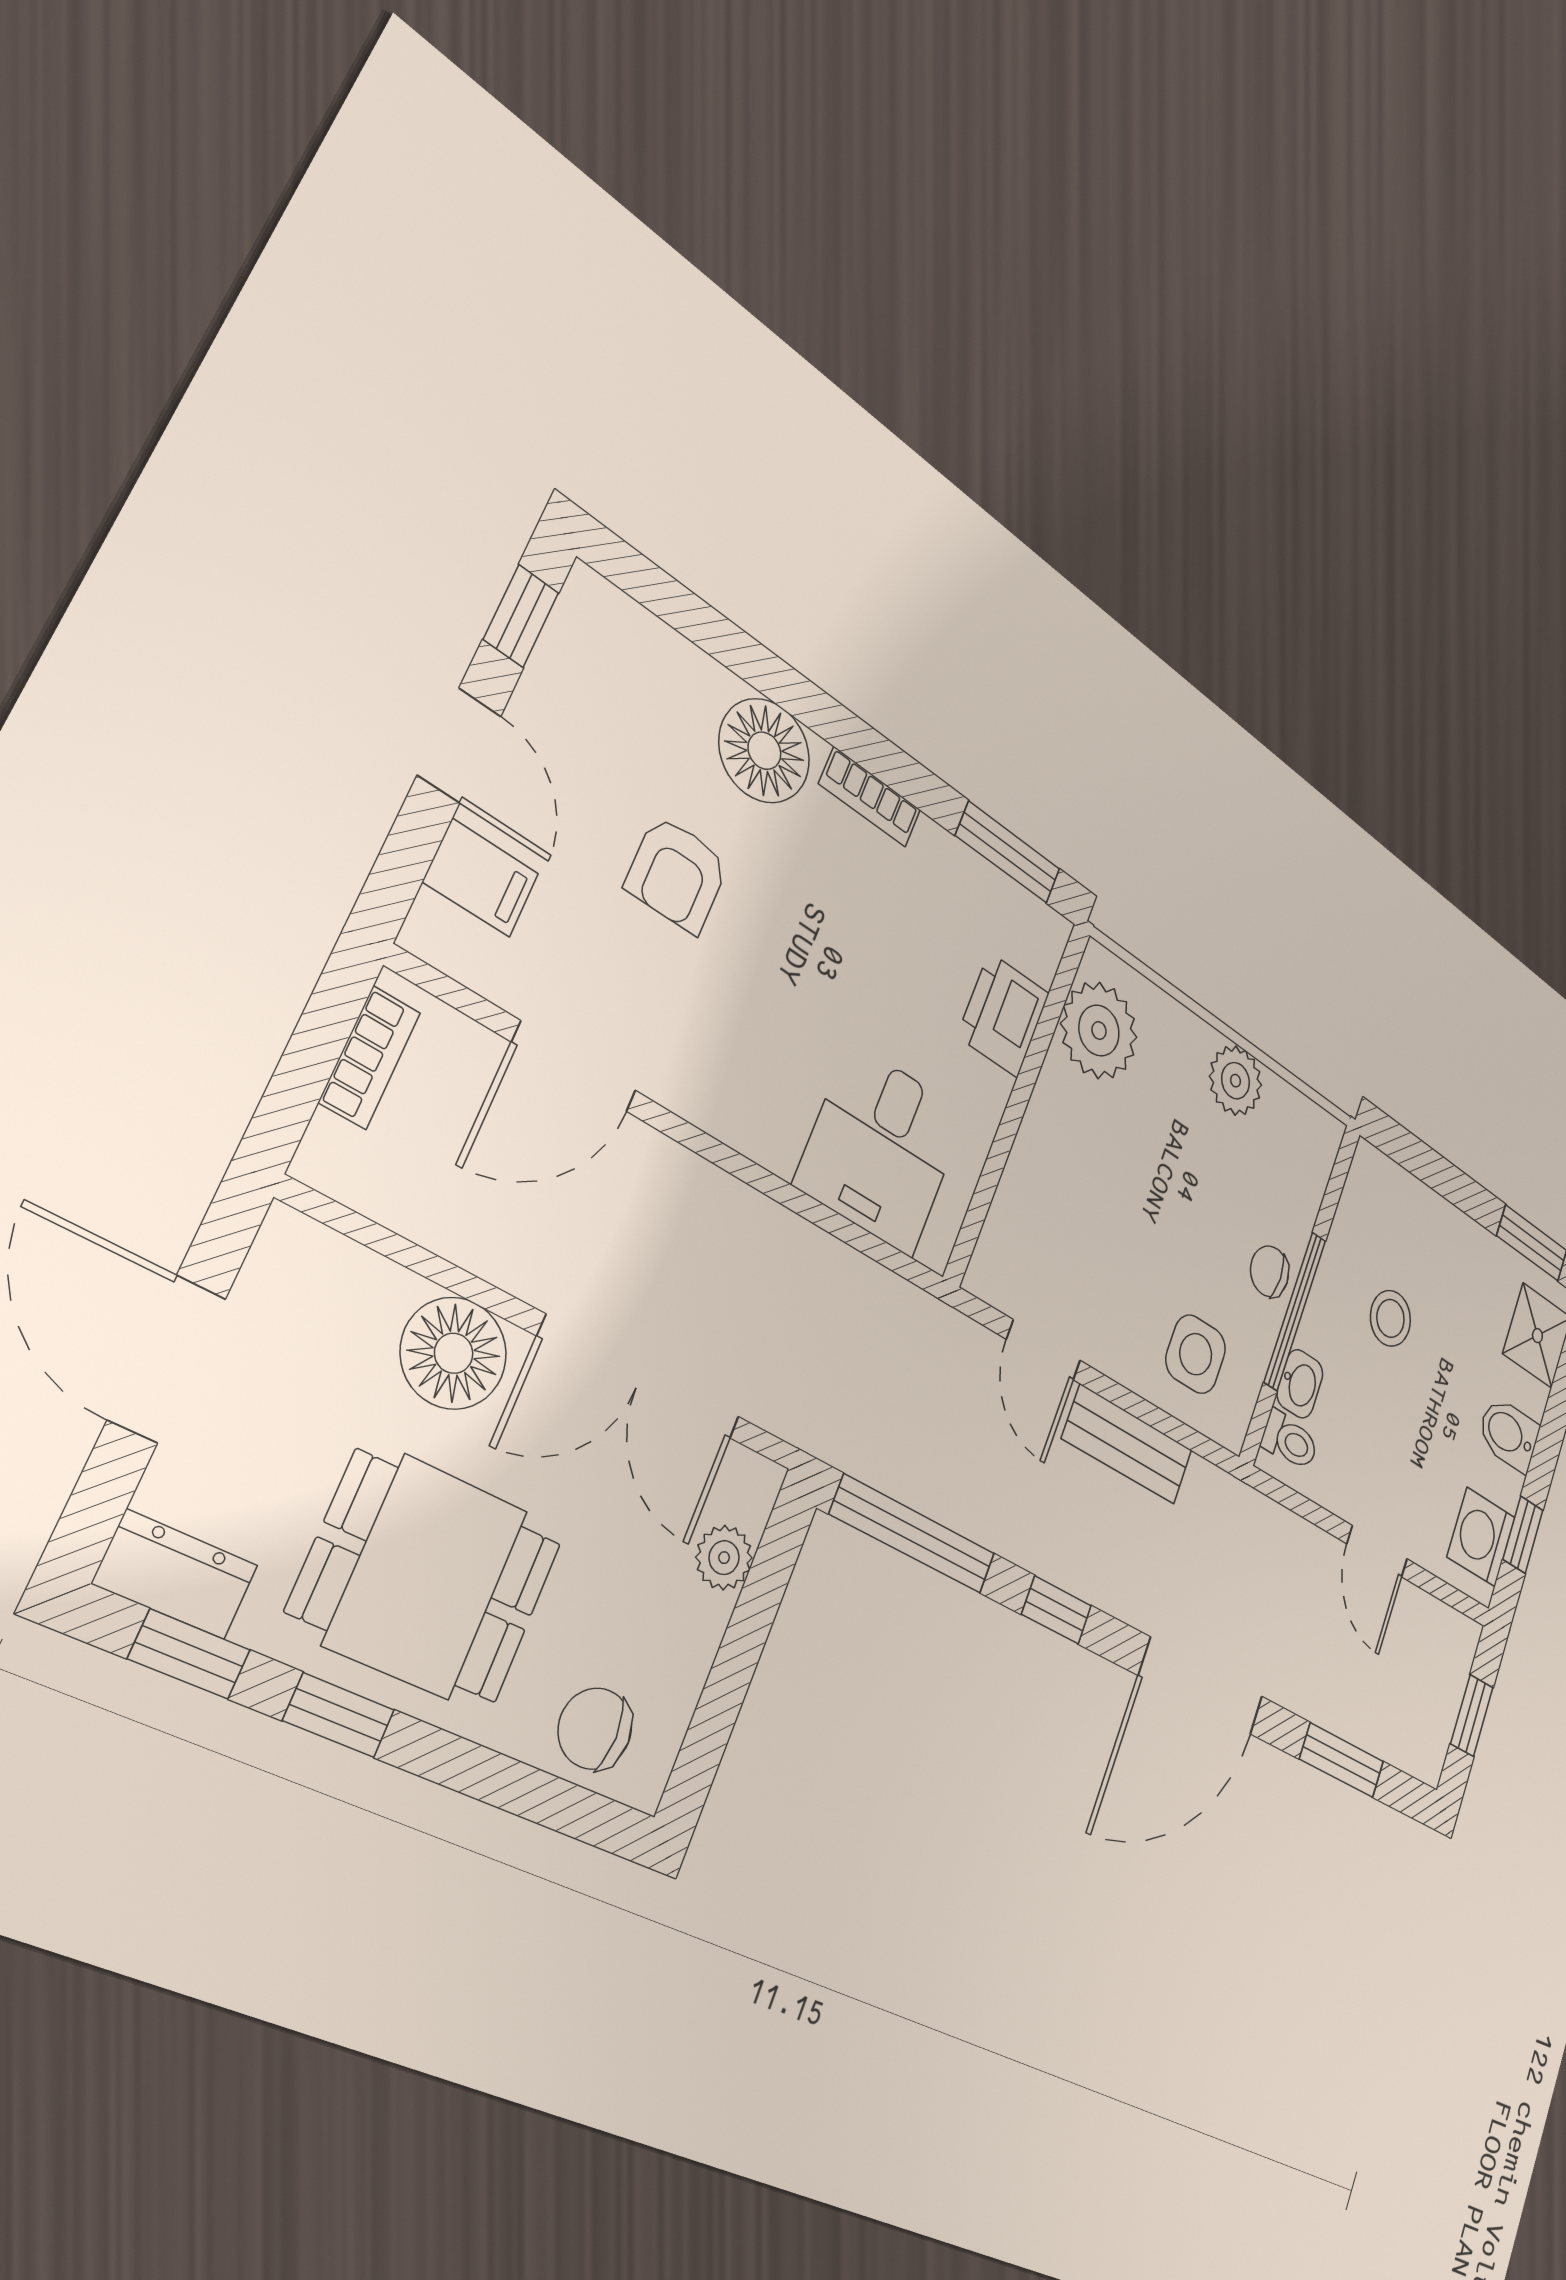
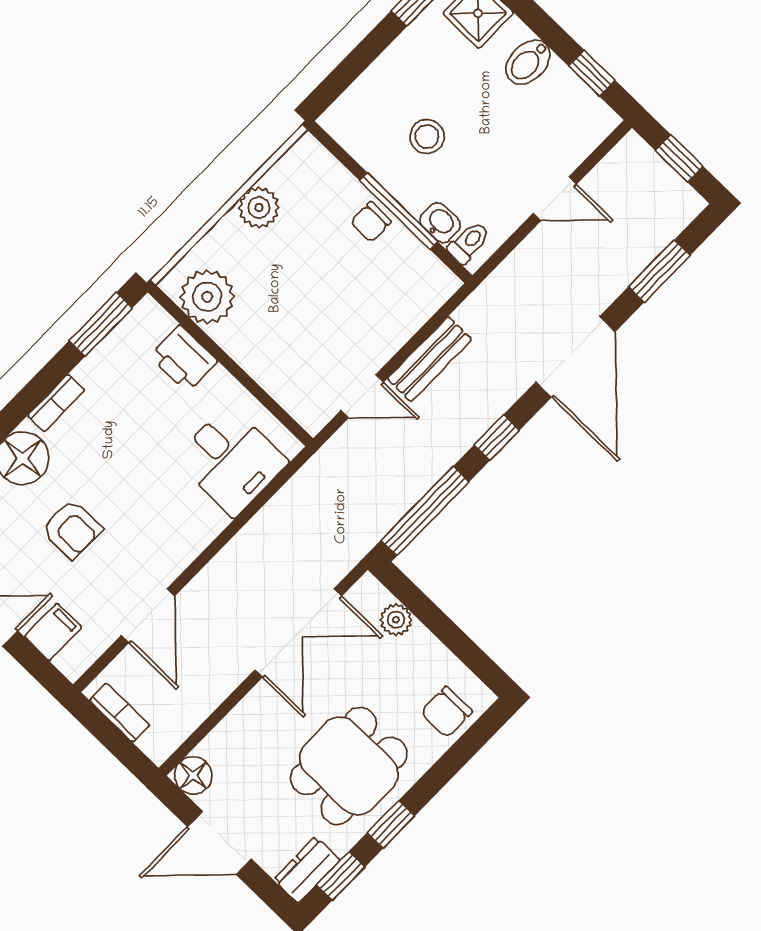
floor lamp: (454, 1353) -> (193, 775), moved, width x0.73, depth x0.73
side table: (1196, 1354) -> (398, 294), removed
washing machine: (1481, 1537) -> (580, 110), removed

